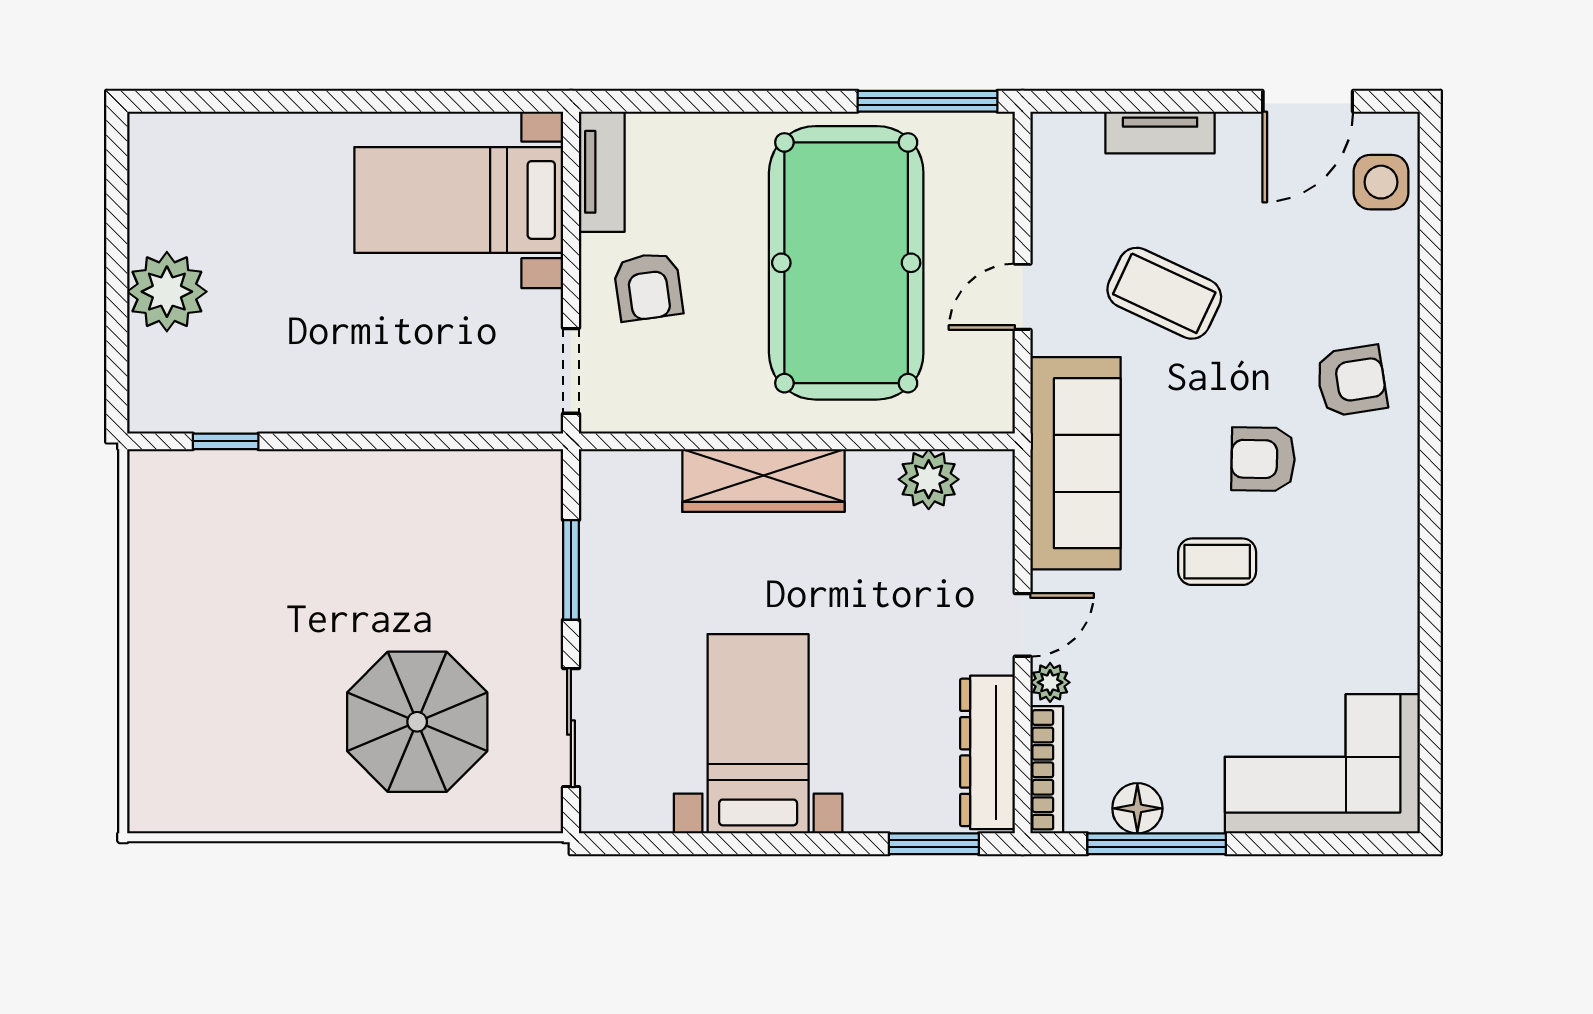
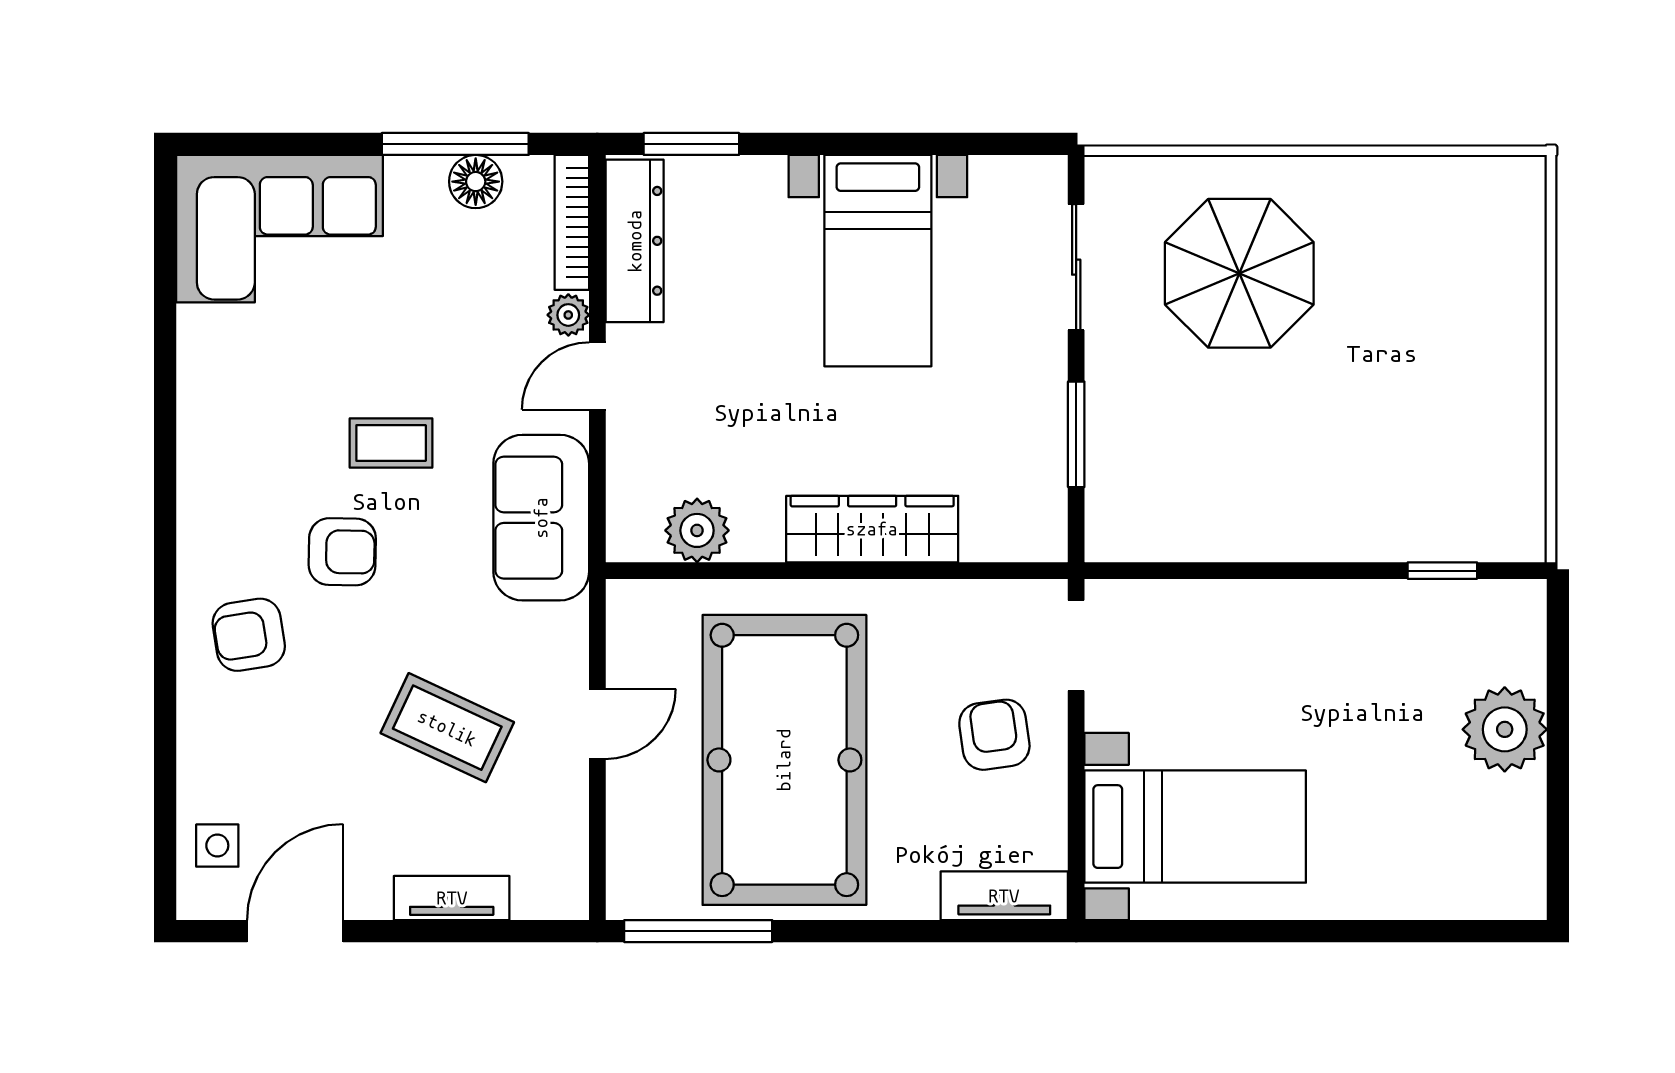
tv unit: (602, 172) -> (1004, 896), moved, turned 90
side table: (1381, 182) -> (217, 846), width x0.73, depth x0.73
sofa: (1076, 463) -> (541, 518), width x0.73

